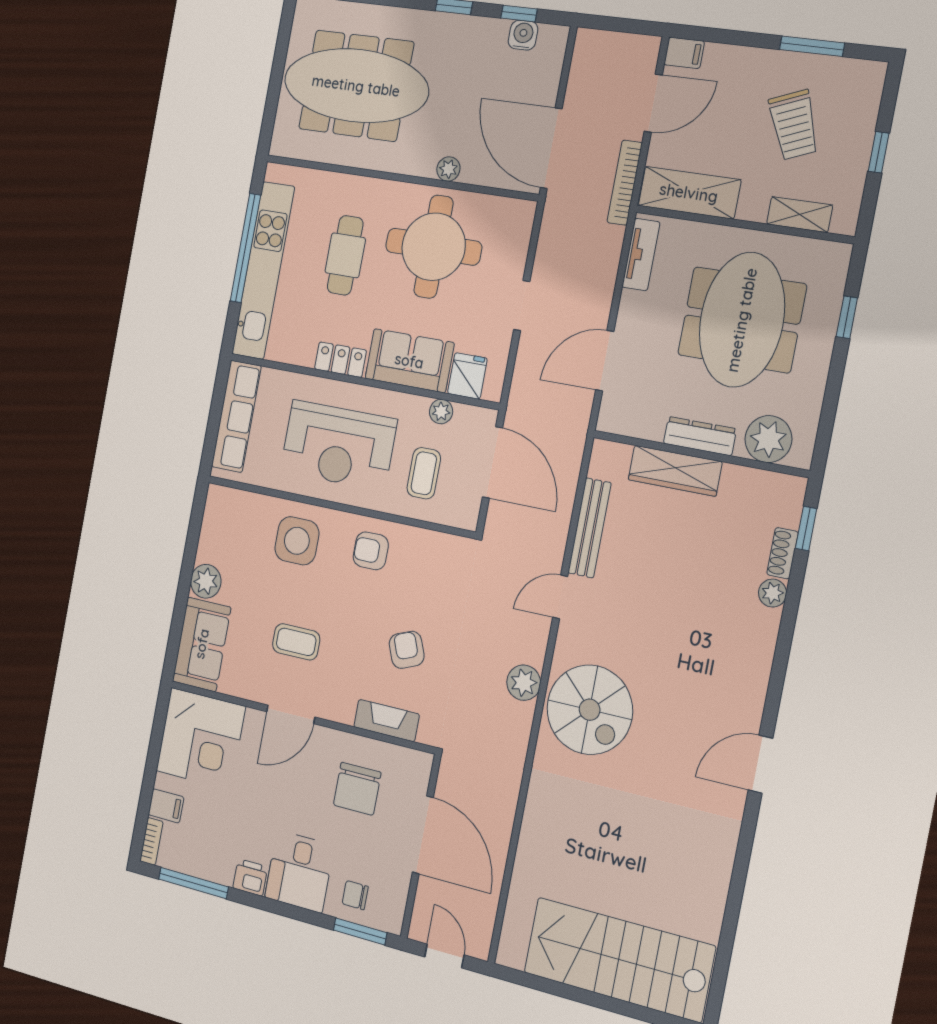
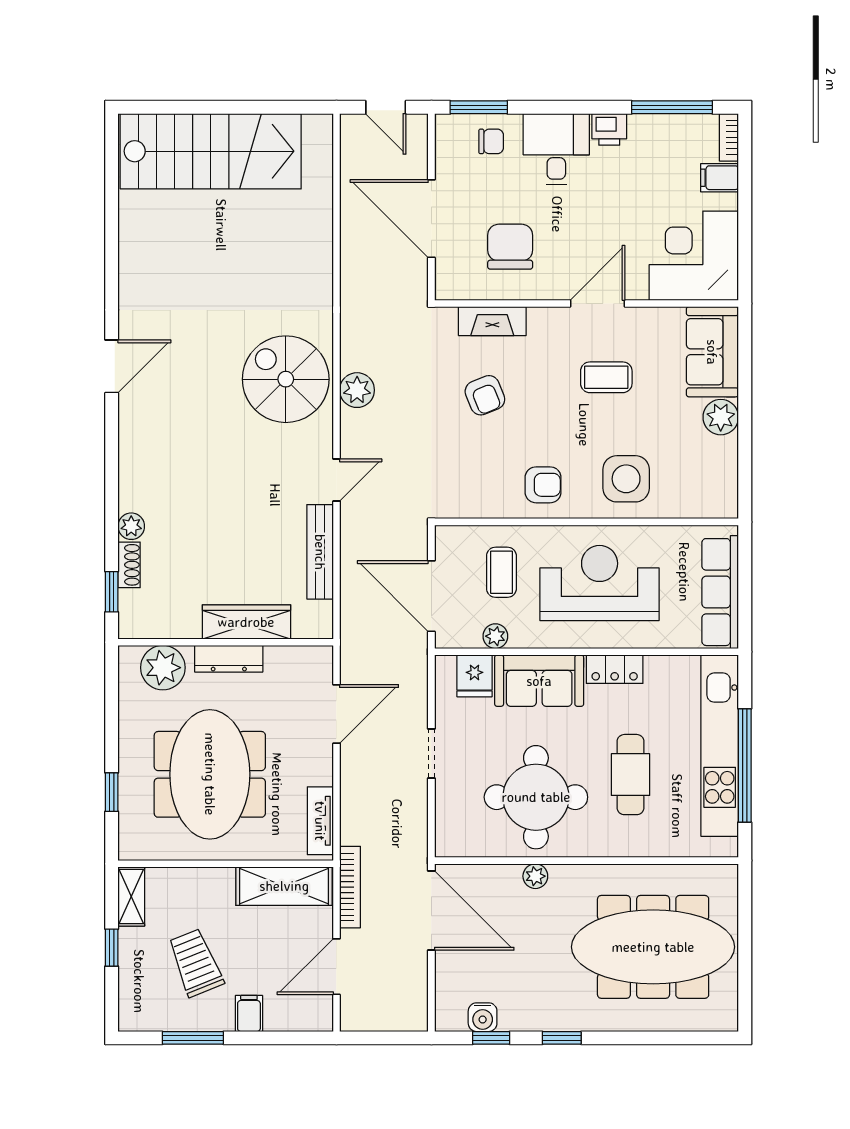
filing cabinet: (684, 53) -> (249, 1013), moved, turned 90
shelving: (800, 215) -> (131, 897), moved, turned 90

